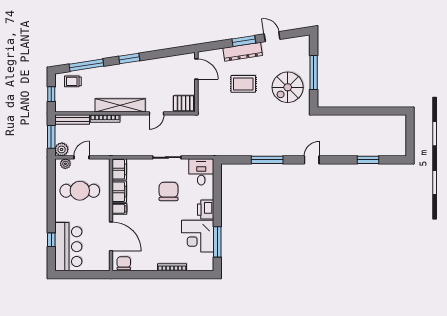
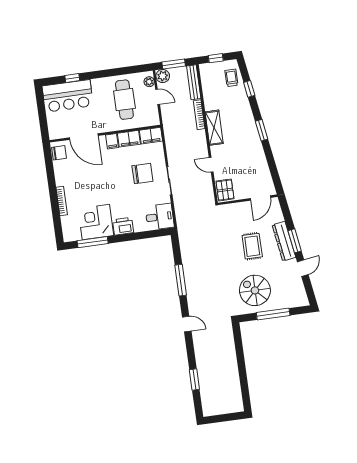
window: (86, 65) -> (249, 89), width x0.46
shelving: (120, 105) -> (214, 128), width x0.68
chair: (168, 191) -> (142, 174), moved
door: (111, 236) -> (84, 137), hinge flipped

